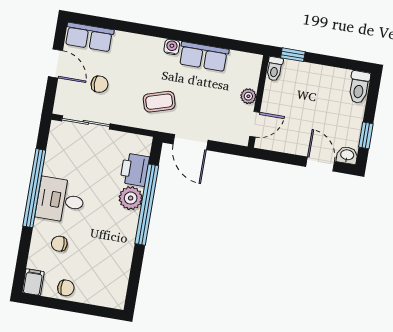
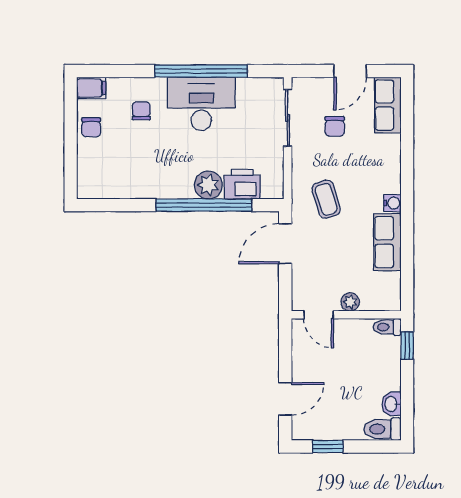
washbasin: (347, 155) -> (391, 404), moved, turned 180
desk: (60, 200) -> (201, 104), width x1.37

